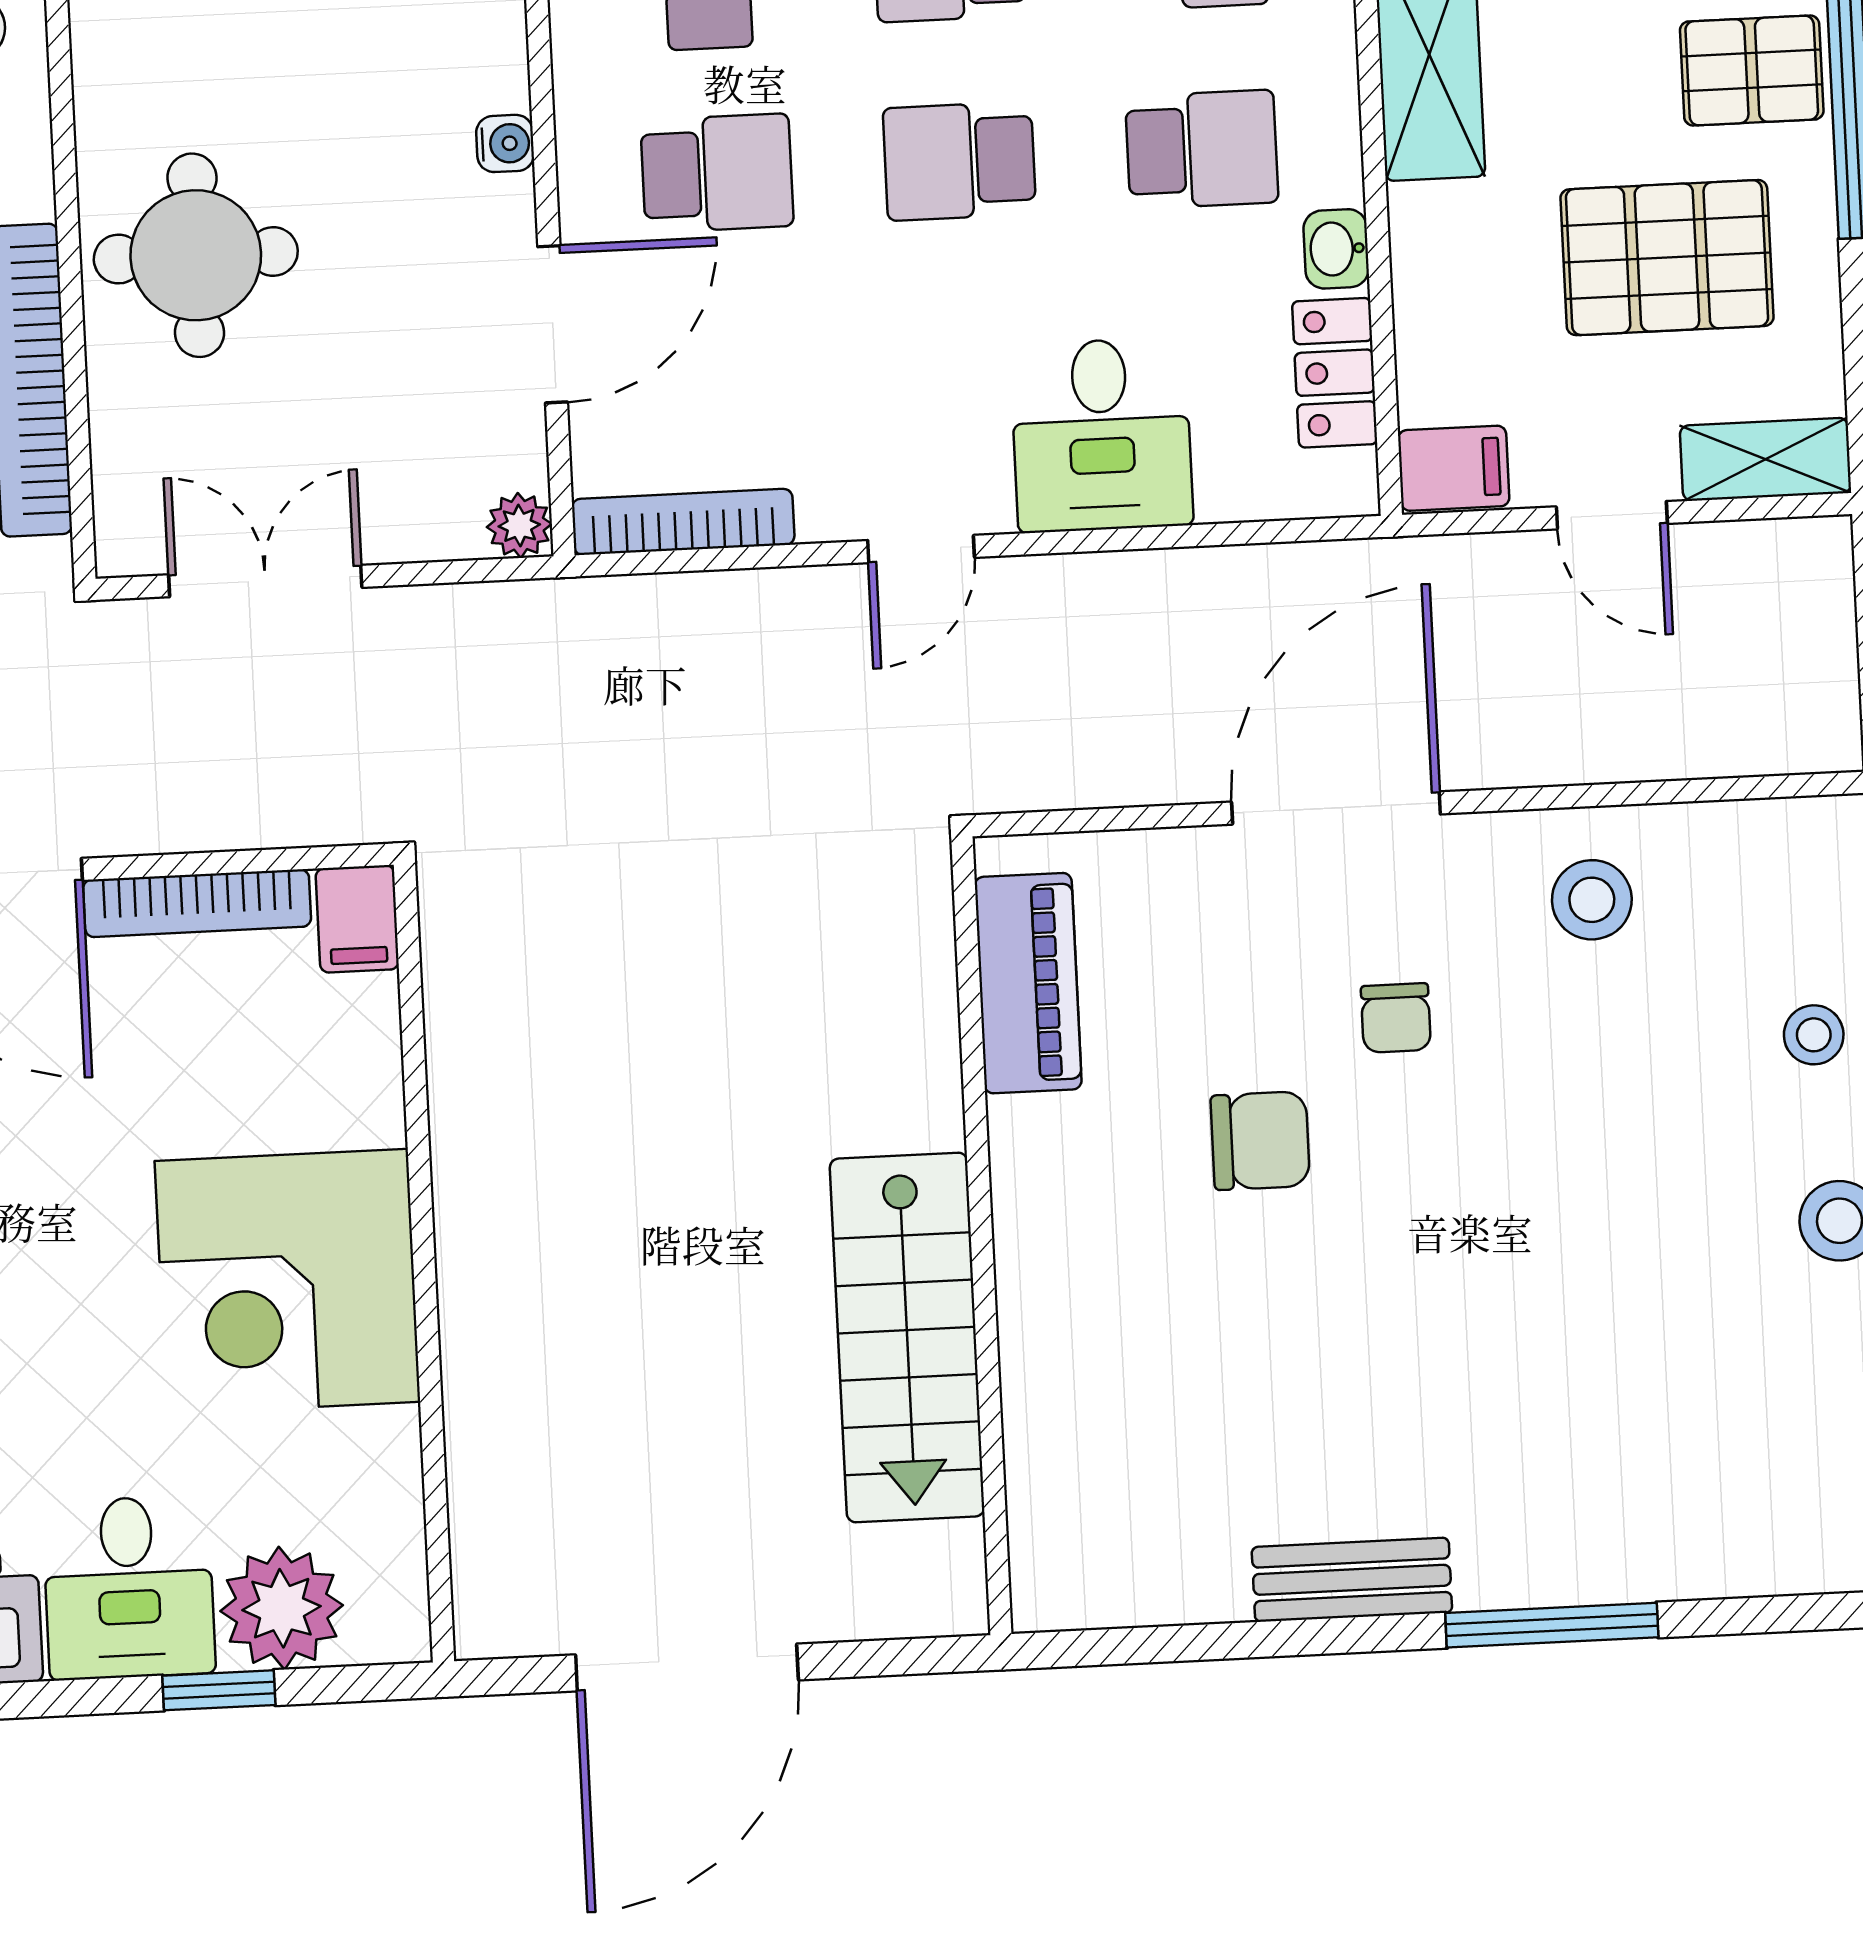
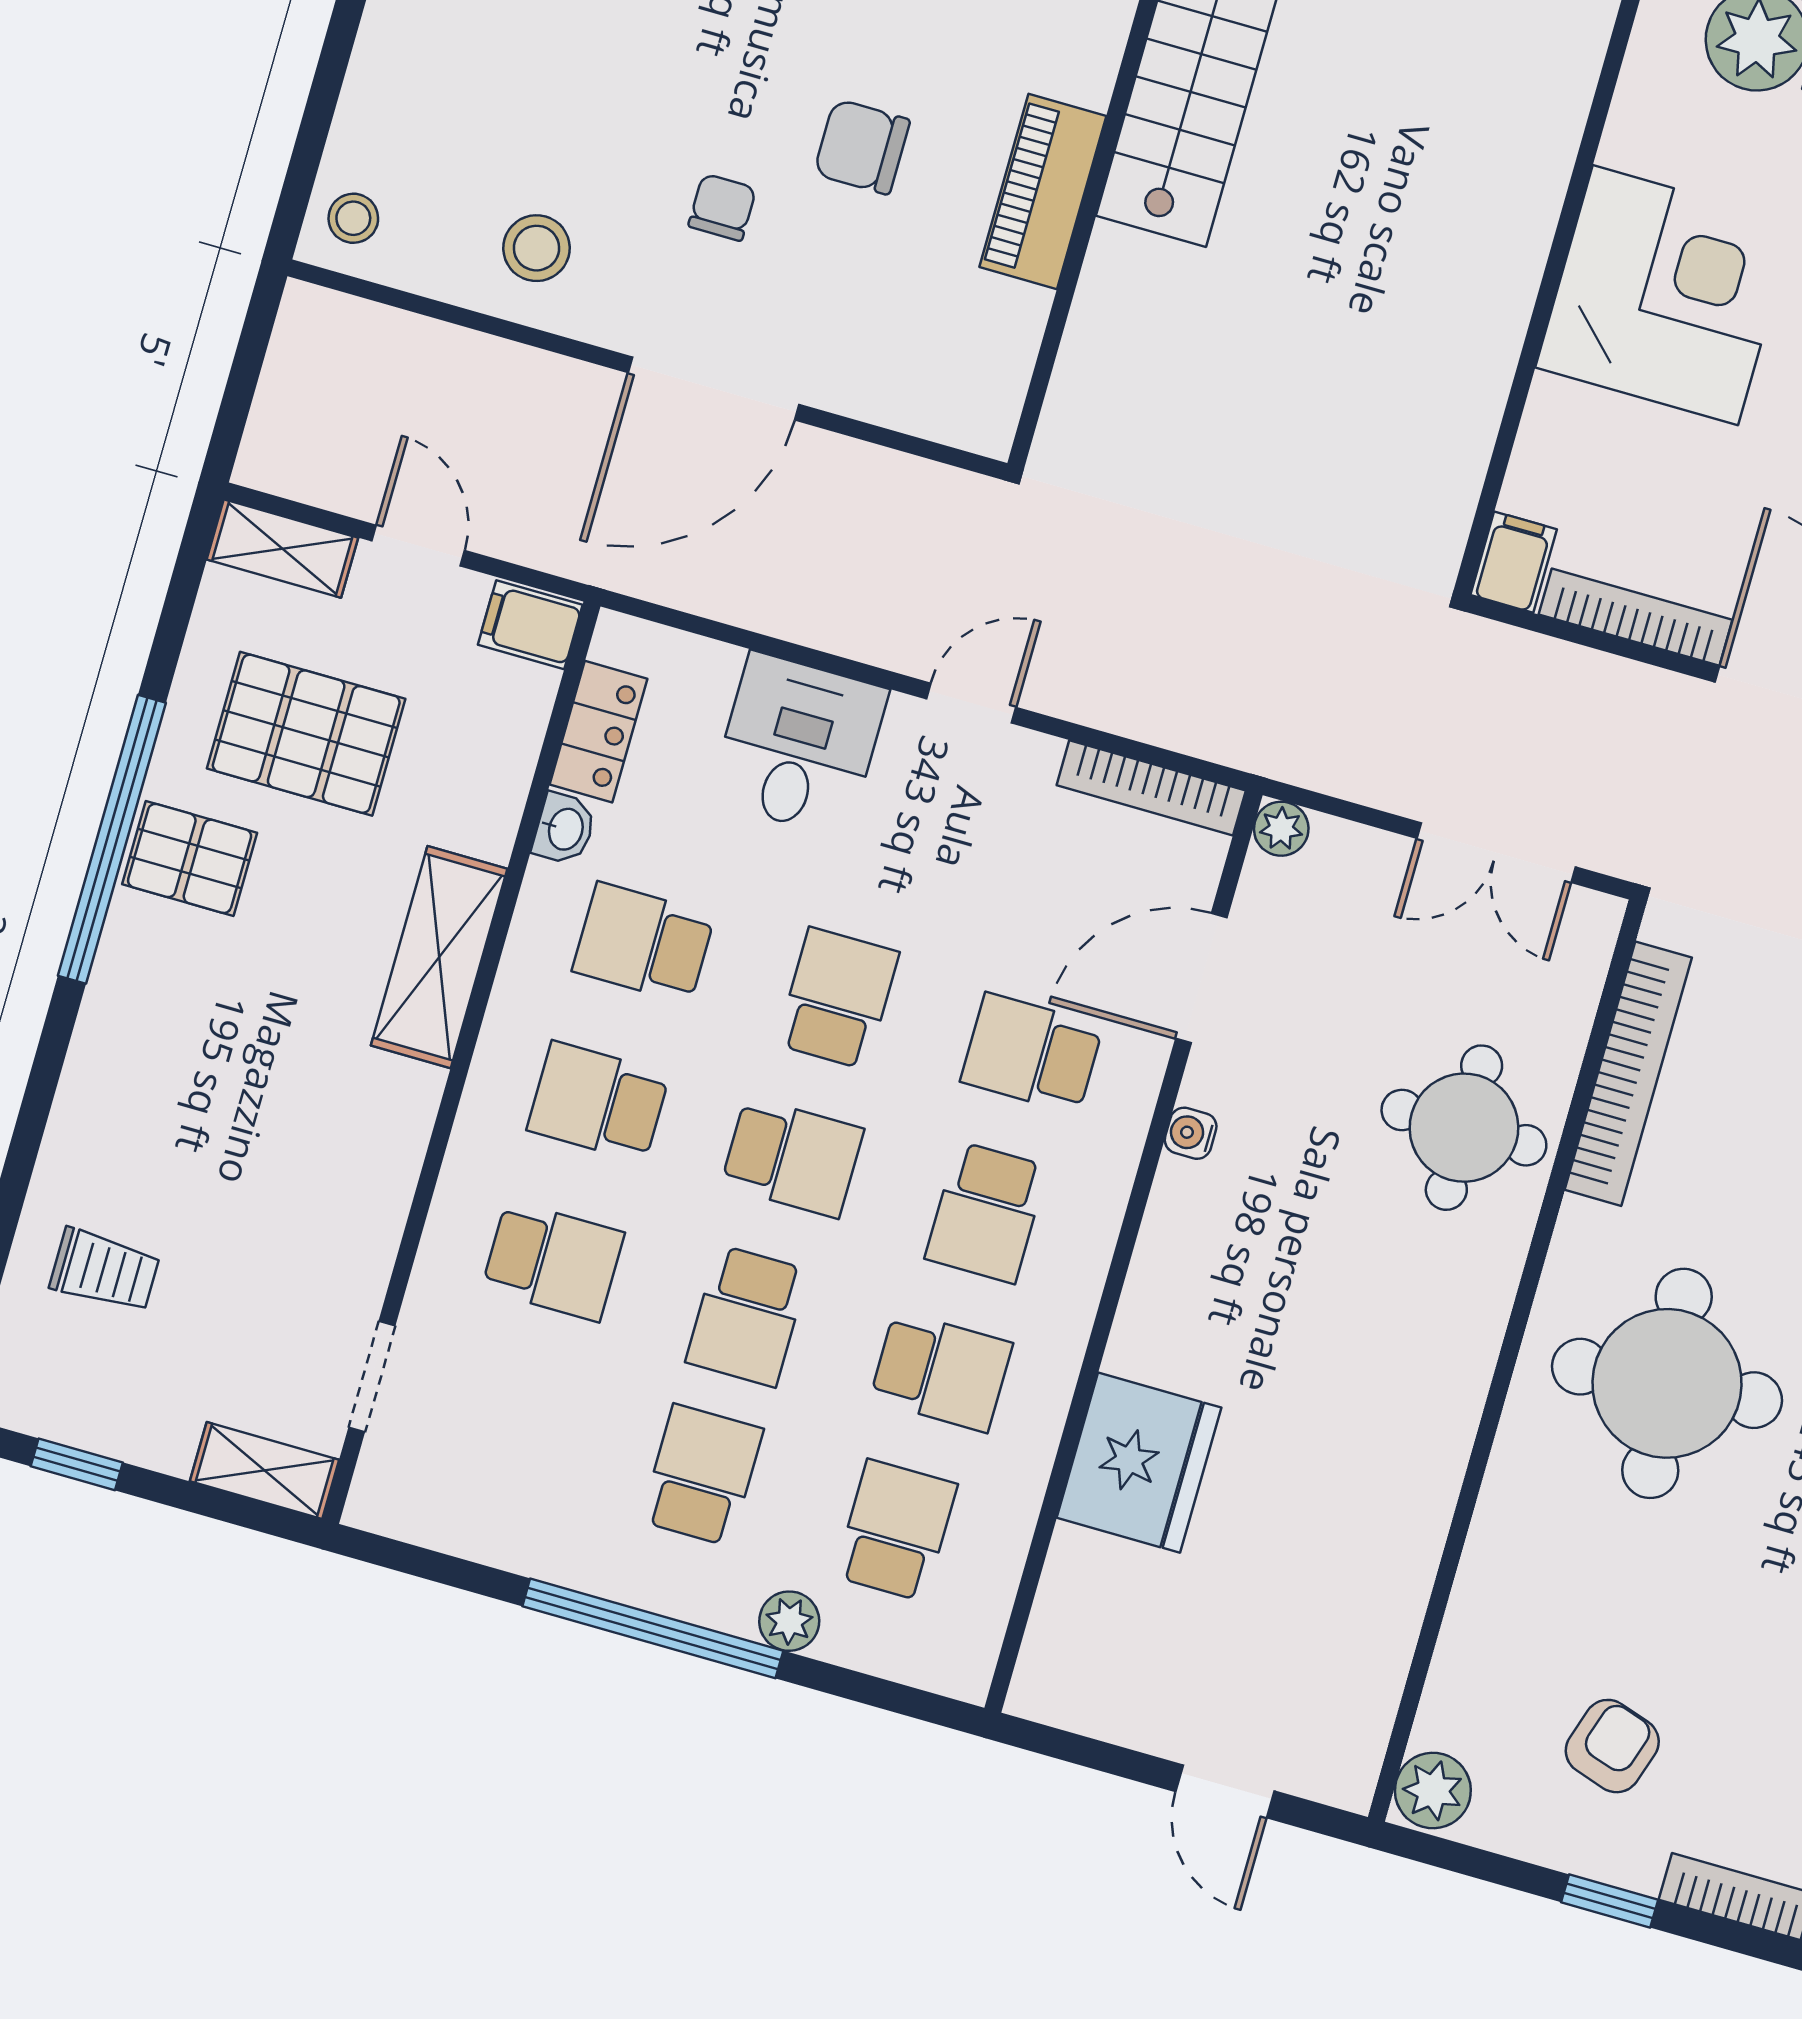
school desk: (959, 161) -> (838, 998), turned -90
piano: (1028, 983) -> (1043, 192), moved
stool: (1814, 1035) -> (353, 218), moved

